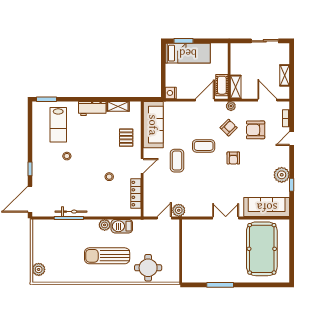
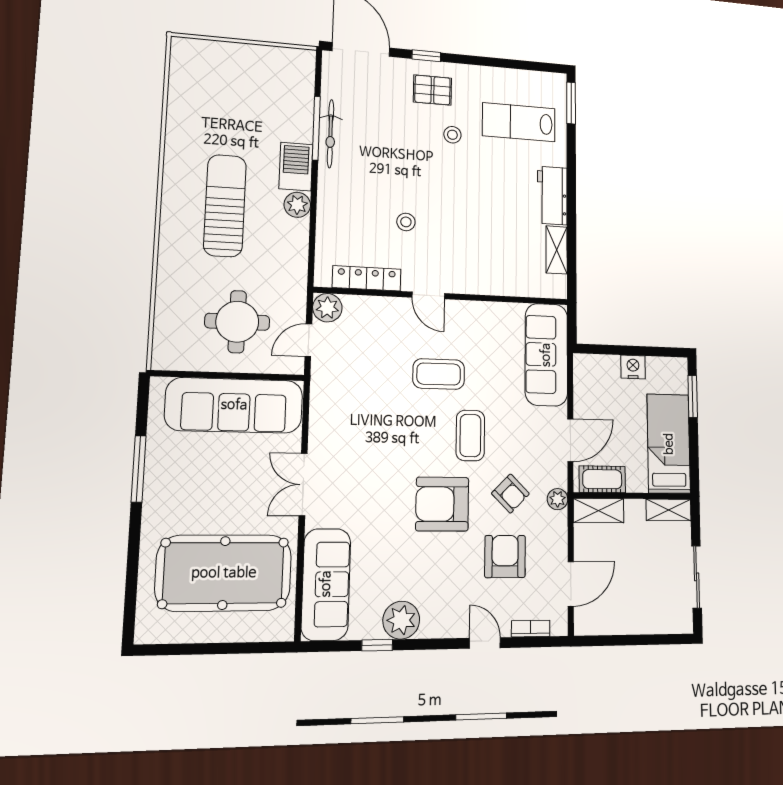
bed: (188, 53) -> (669, 444), moved, turned 180
shelving: (285, 75) -> (669, 510), moved
nightstand: (171, 93) -> (633, 367), moved
door: (205, 100) -> (570, 440), hinge flipped
sofa: (153, 125) -> (546, 355), moved, turned 90
pallet: (126, 138) -> (433, 90), moved
armchair: (233, 158) -> (442, 504), width x1.88, depth x1.88
plant: (179, 210) -> (327, 308), moved
door: (164, 218) -> (308, 340), swing flipped
double door: (226, 218) -> (303, 485), swing flipped
barbecue: (122, 226) -> (296, 167), moved
sofa: (193, 248) -> (234, 405), added
round table: (148, 268) -> (237, 322), moved
plant: (39, 269) -> (201, 53), removed

